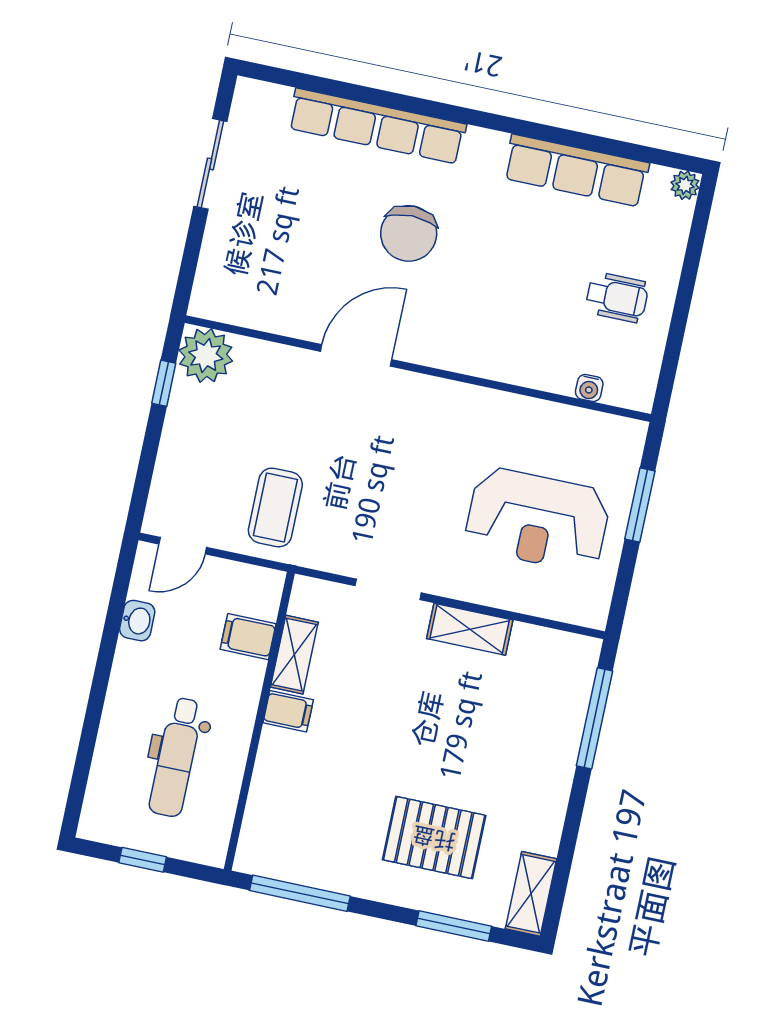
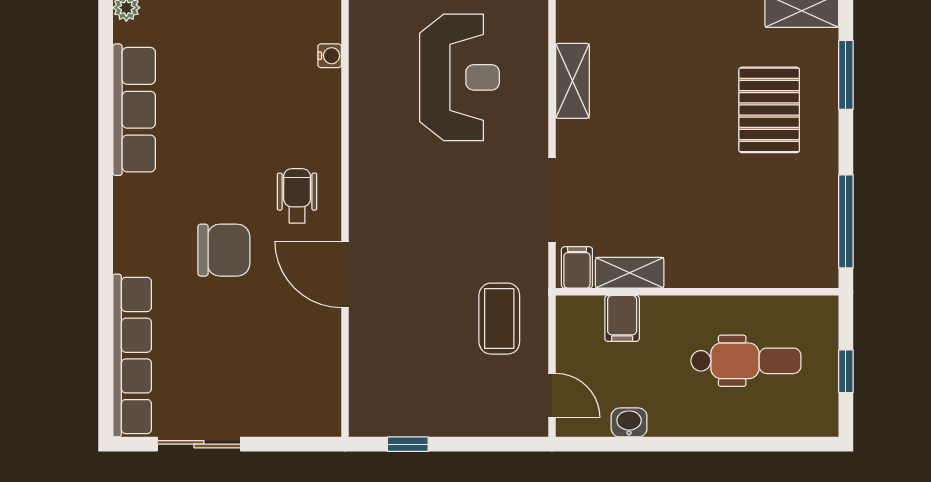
row of seats: (377, 126) -> (132, 356), moved
wheelchair: (617, 297) -> (297, 196), moved
plant: (206, 356) -> (374, 411), removed
coffee table: (275, 507) -> (499, 319), turned 90
doorway: (388, 589) -> (552, 200), width x1.38
shelving: (470, 629) -> (572, 81), moved
filing cabinet: (288, 711) -> (577, 267), moved

